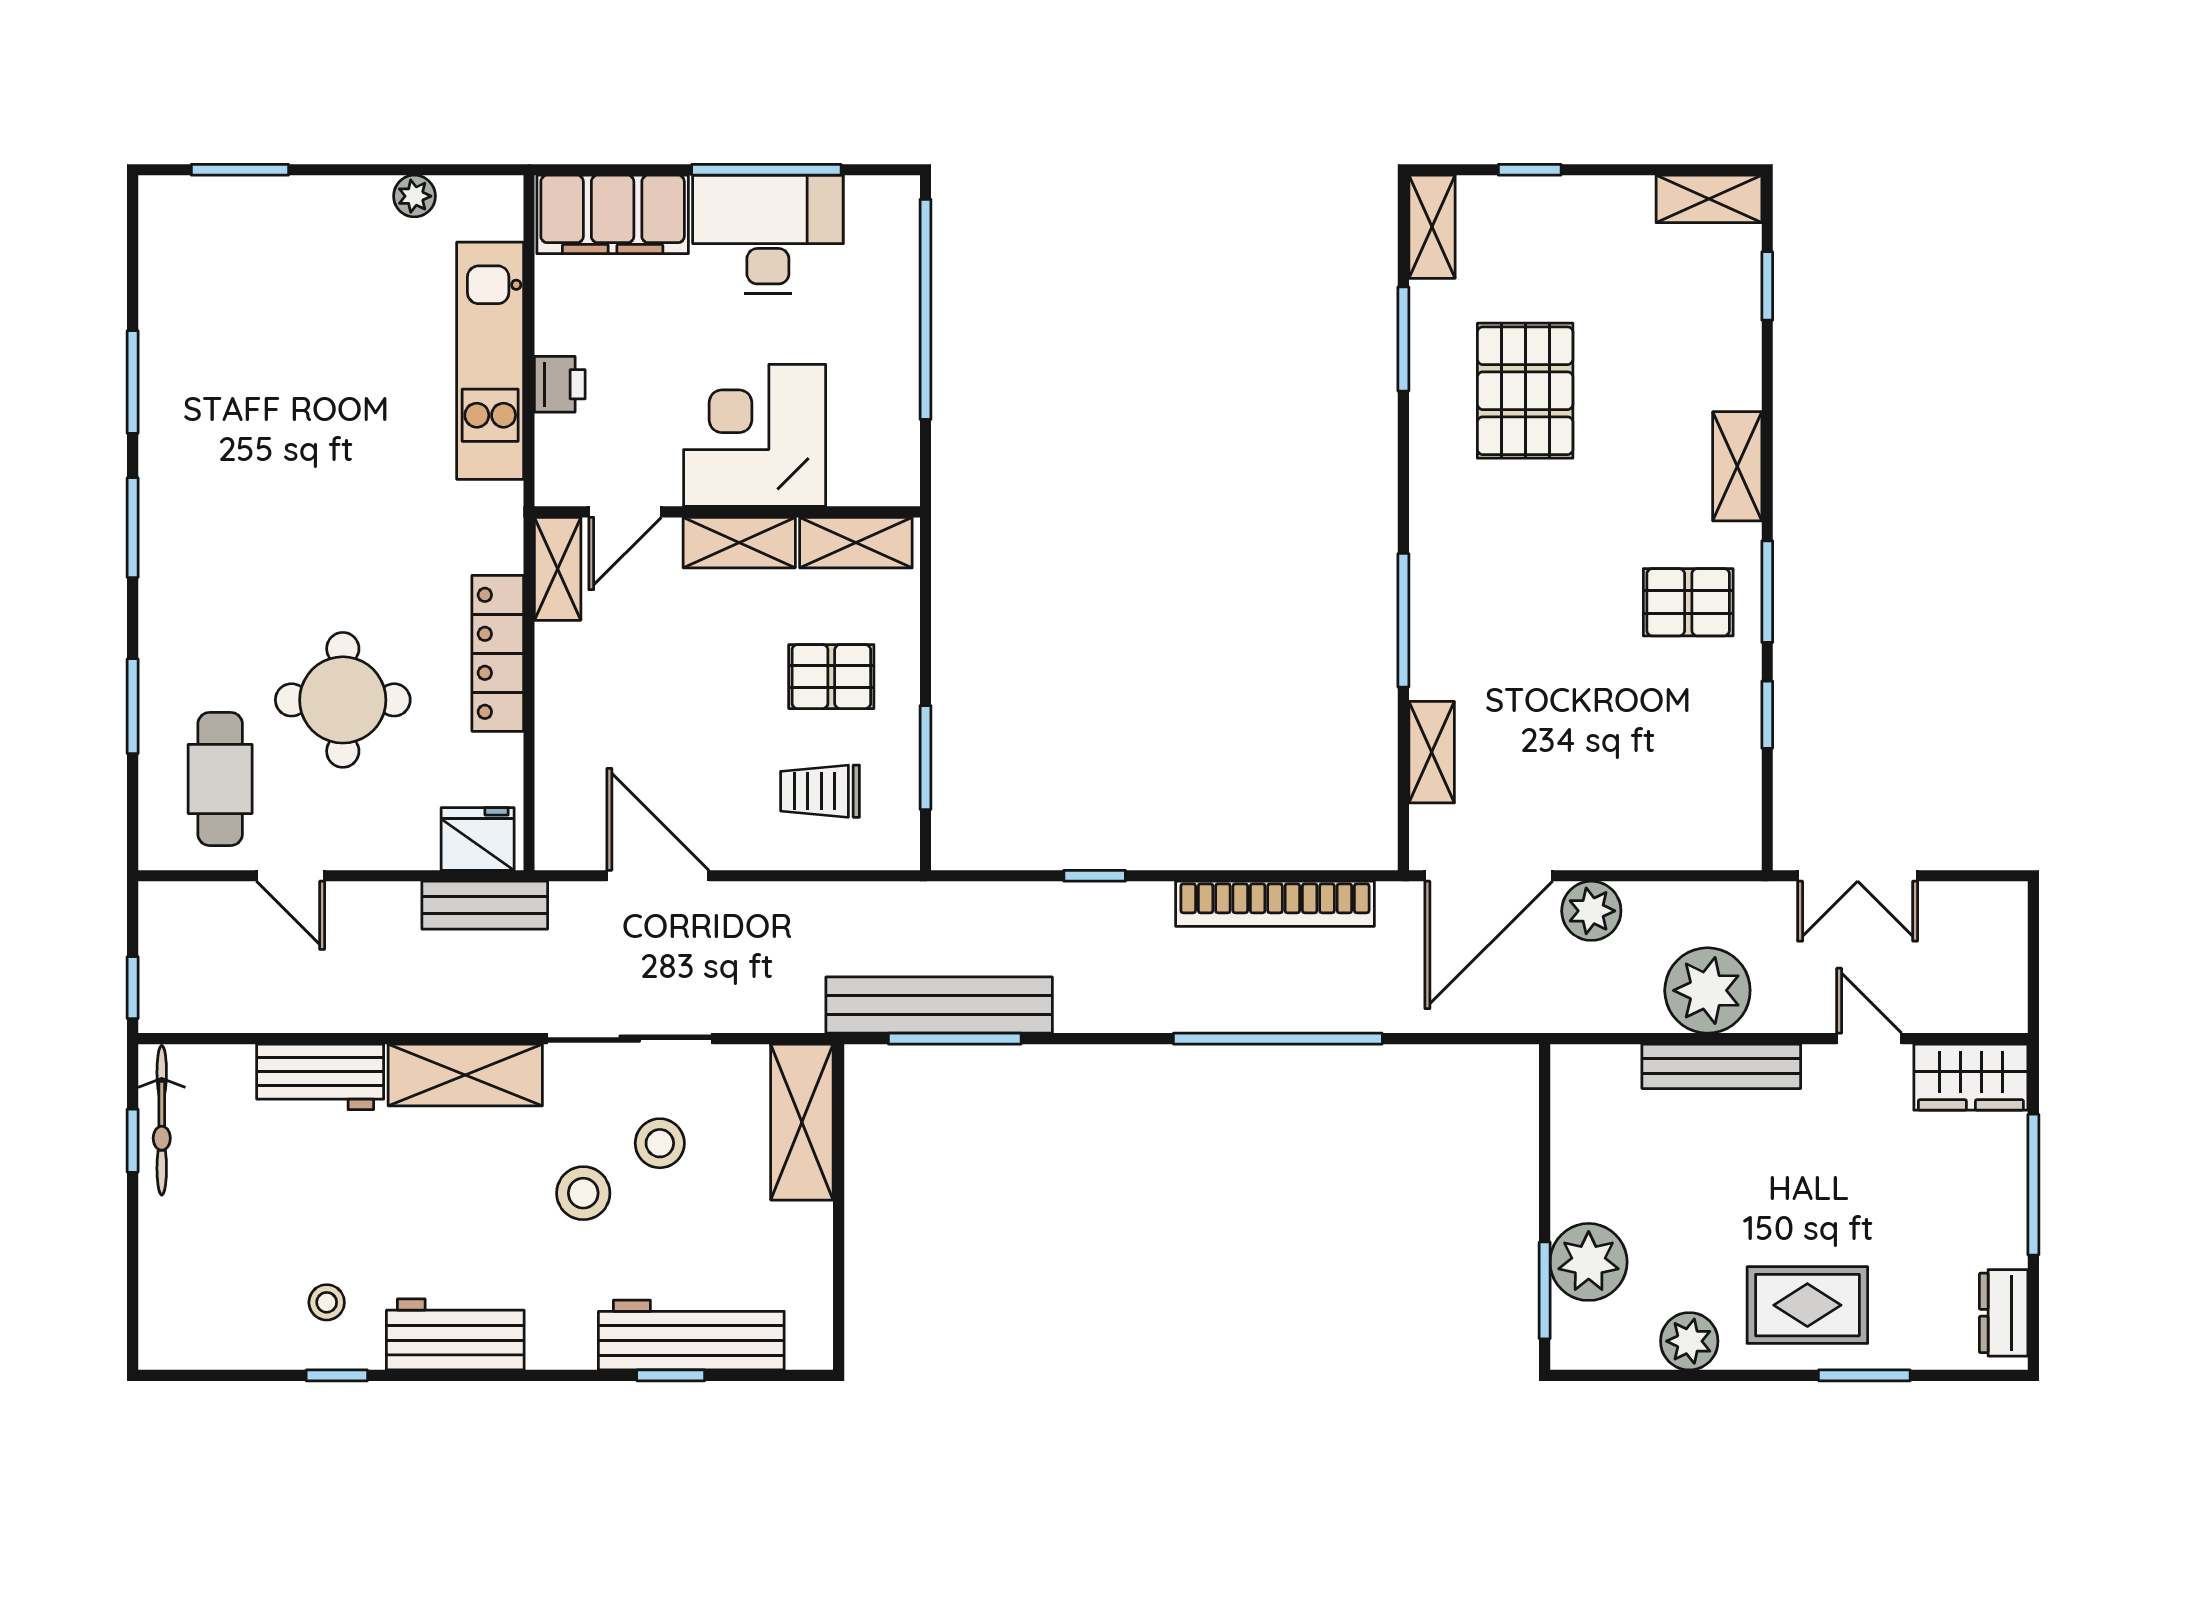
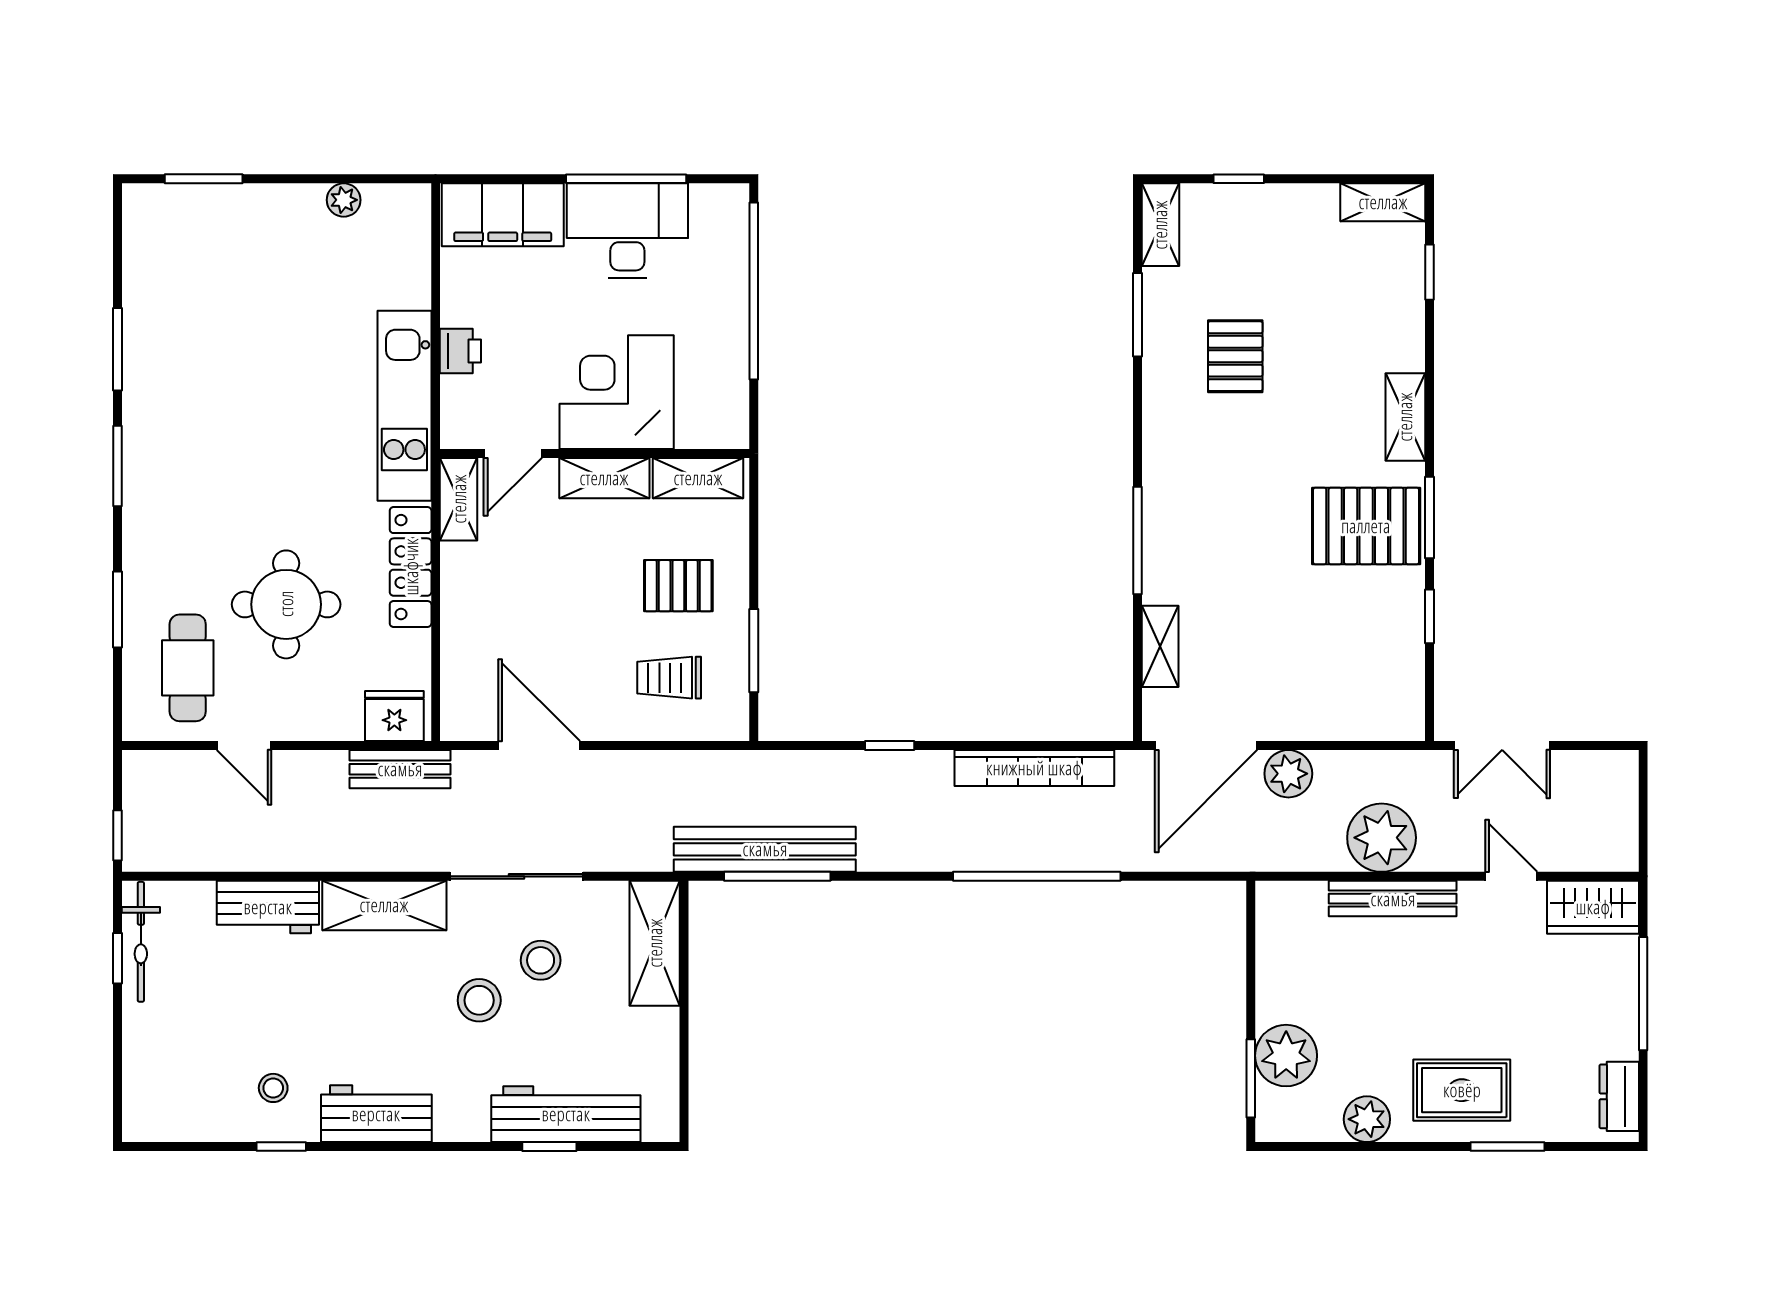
kitchen unit: (490, 361) -> (404, 406), moved
pallet: (1525, 391) -> (1235, 356), width x0.67, depth x0.71
pallet: (1688, 602) -> (1366, 526), width x1.50, depth x1.42

